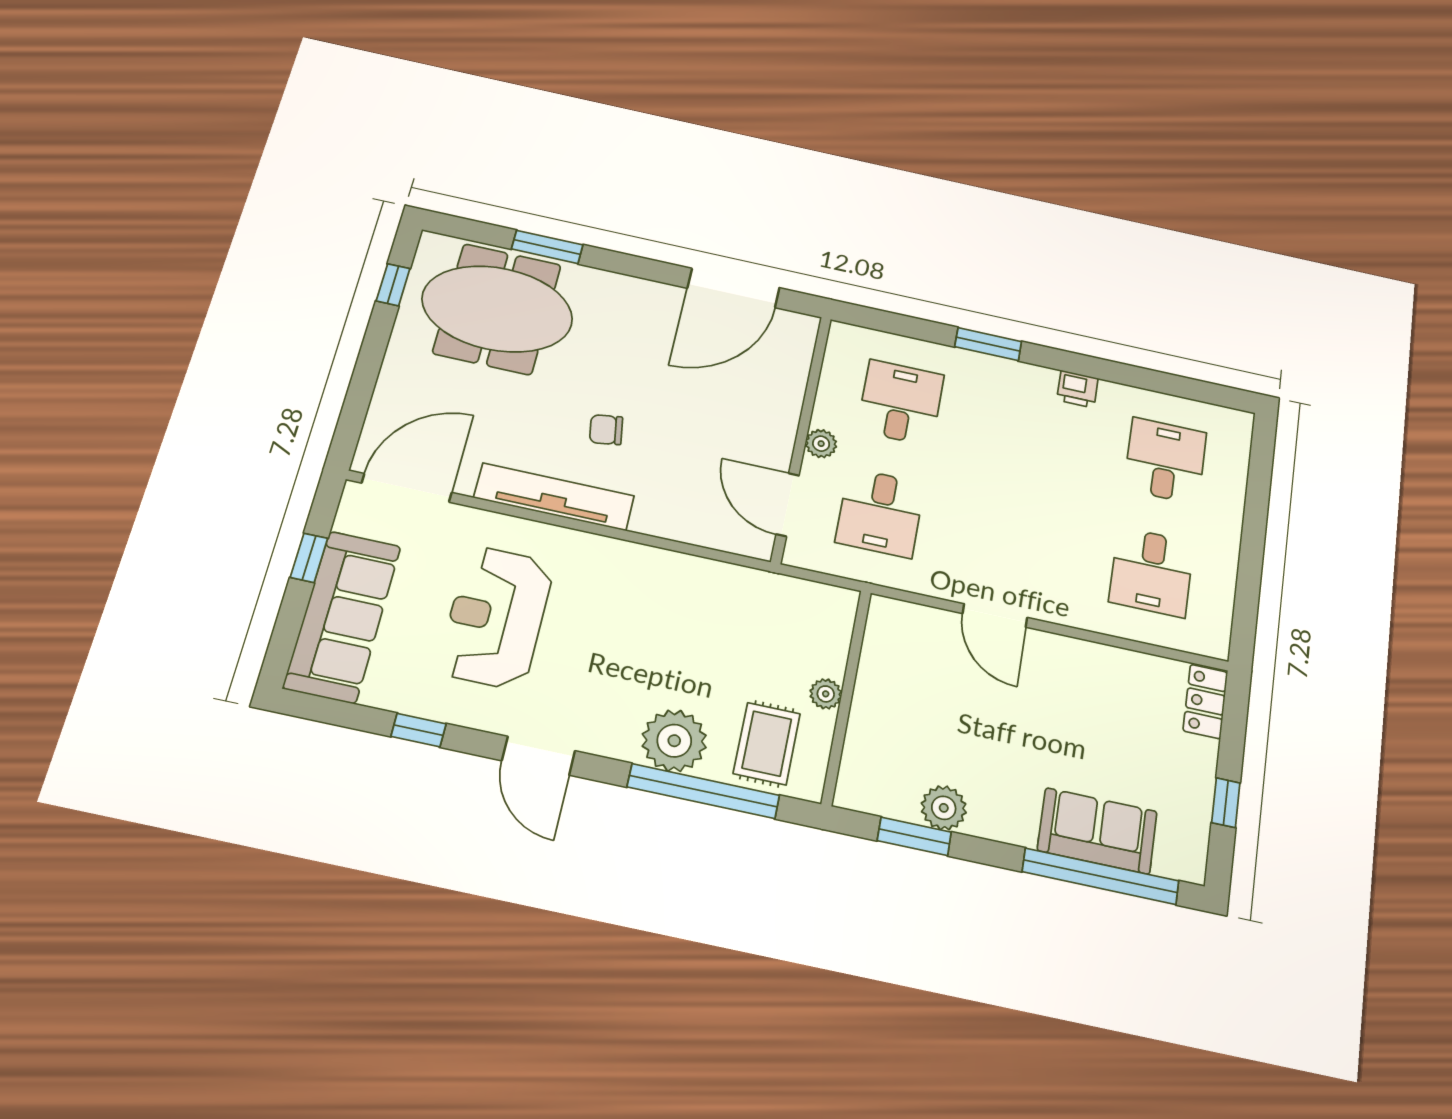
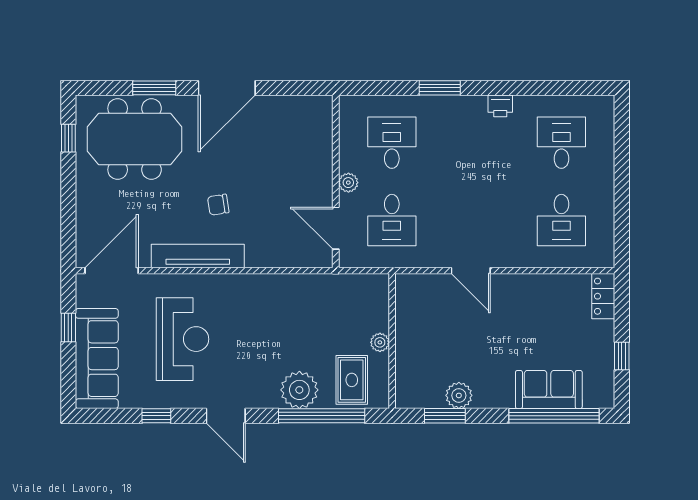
door: (733, 288) -> (227, 88), moved
reception desk: (496, 617) -> (183, 339), turned 180

